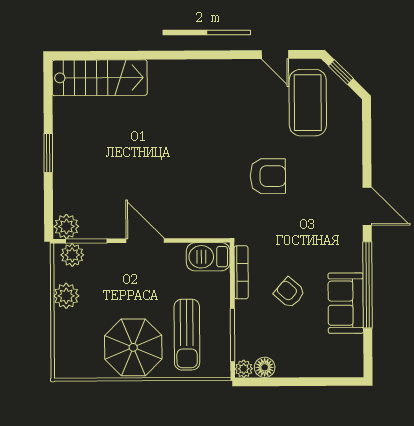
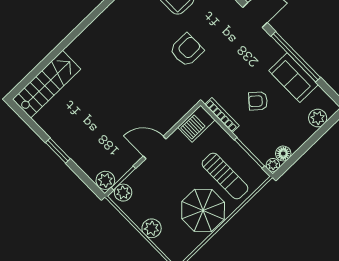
plant: (66, 296) -> (152, 228), moved
plant: (331, 365) -> (318, 118), added

